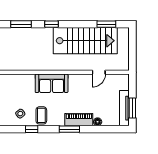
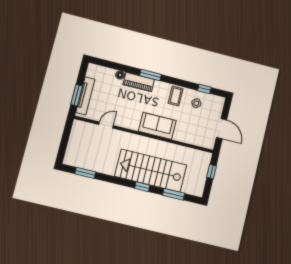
stairs: (85, 41) -> (151, 171), moved
tv unit: (124, 108) -> (85, 96), moved
window: (132, 108) -> (77, 95), moved
window: (32, 129) -> (204, 89), moved

